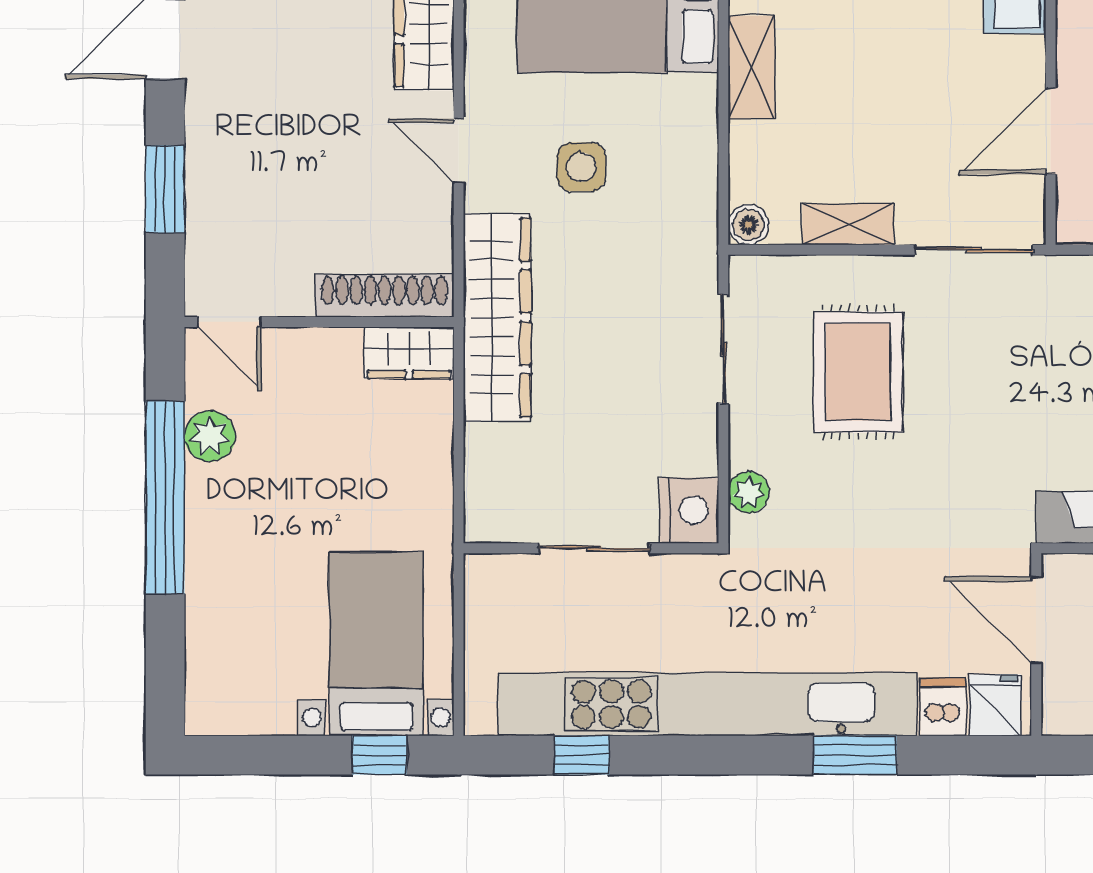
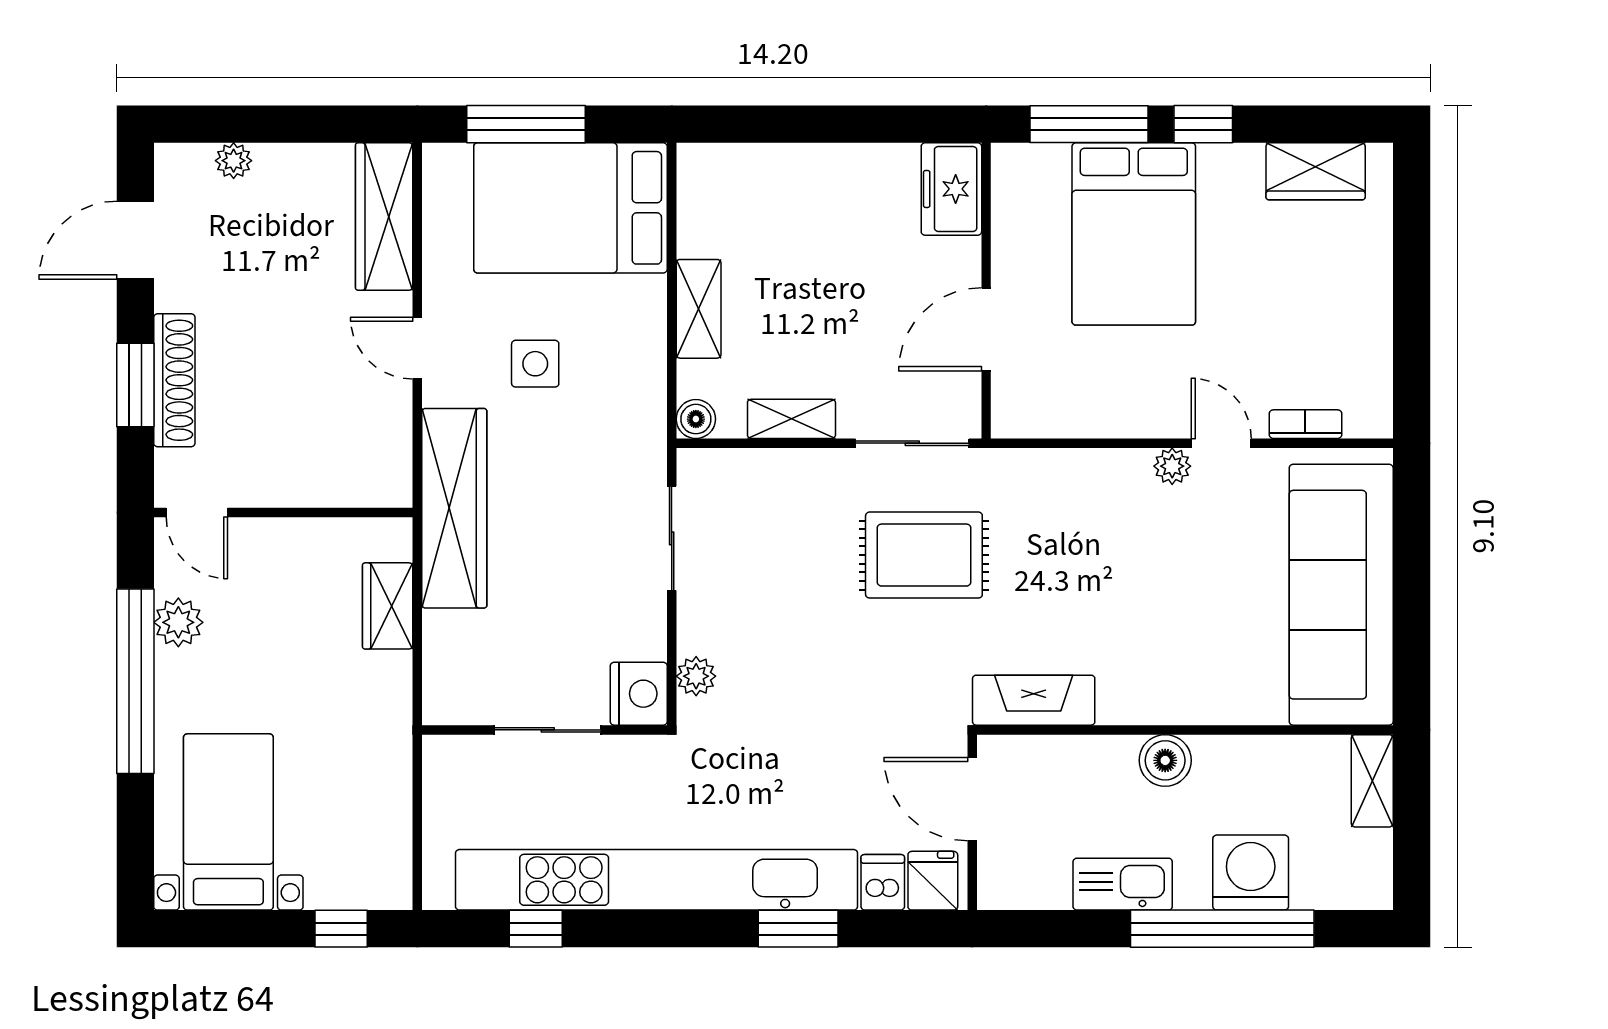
shelving: (751, 67) -> (699, 309), moved
shoe rack: (384, 296) -> (174, 380), moved, turned 90
wardrobe: (409, 353) -> (388, 606), moved, turned 90
rug: (858, 372) -> (924, 555), moved, turned 90
bed with nightstands: (376, 644) -> (228, 822), moved

